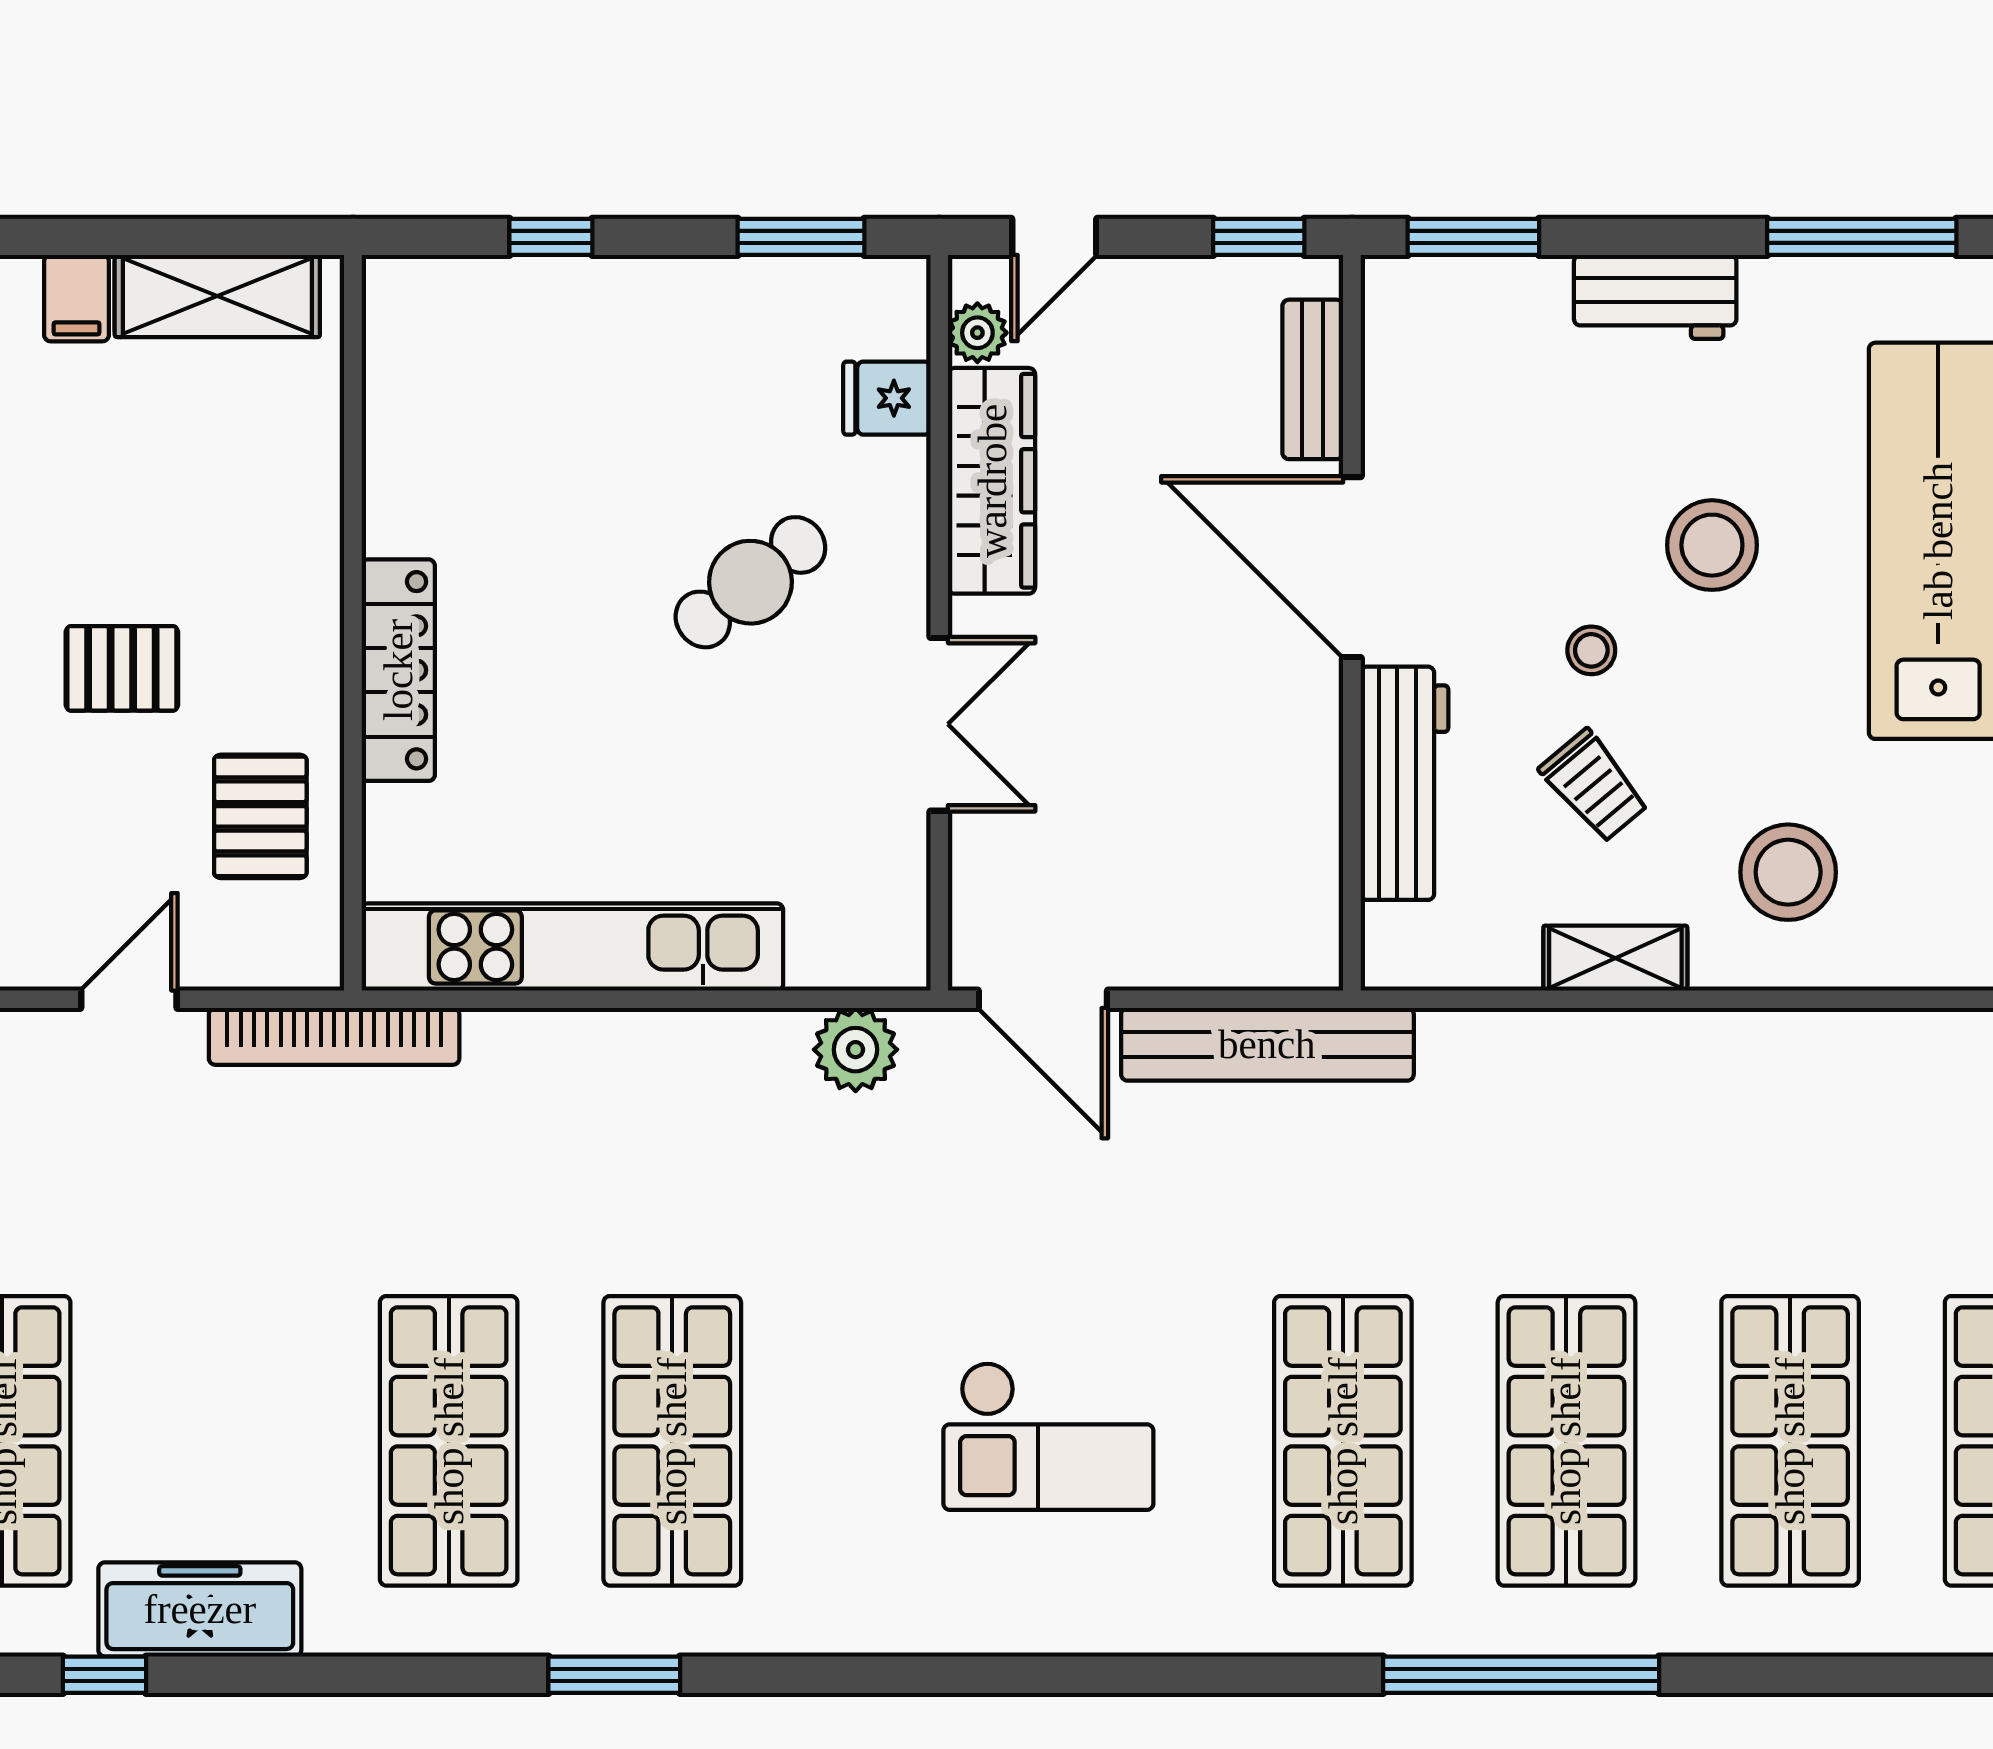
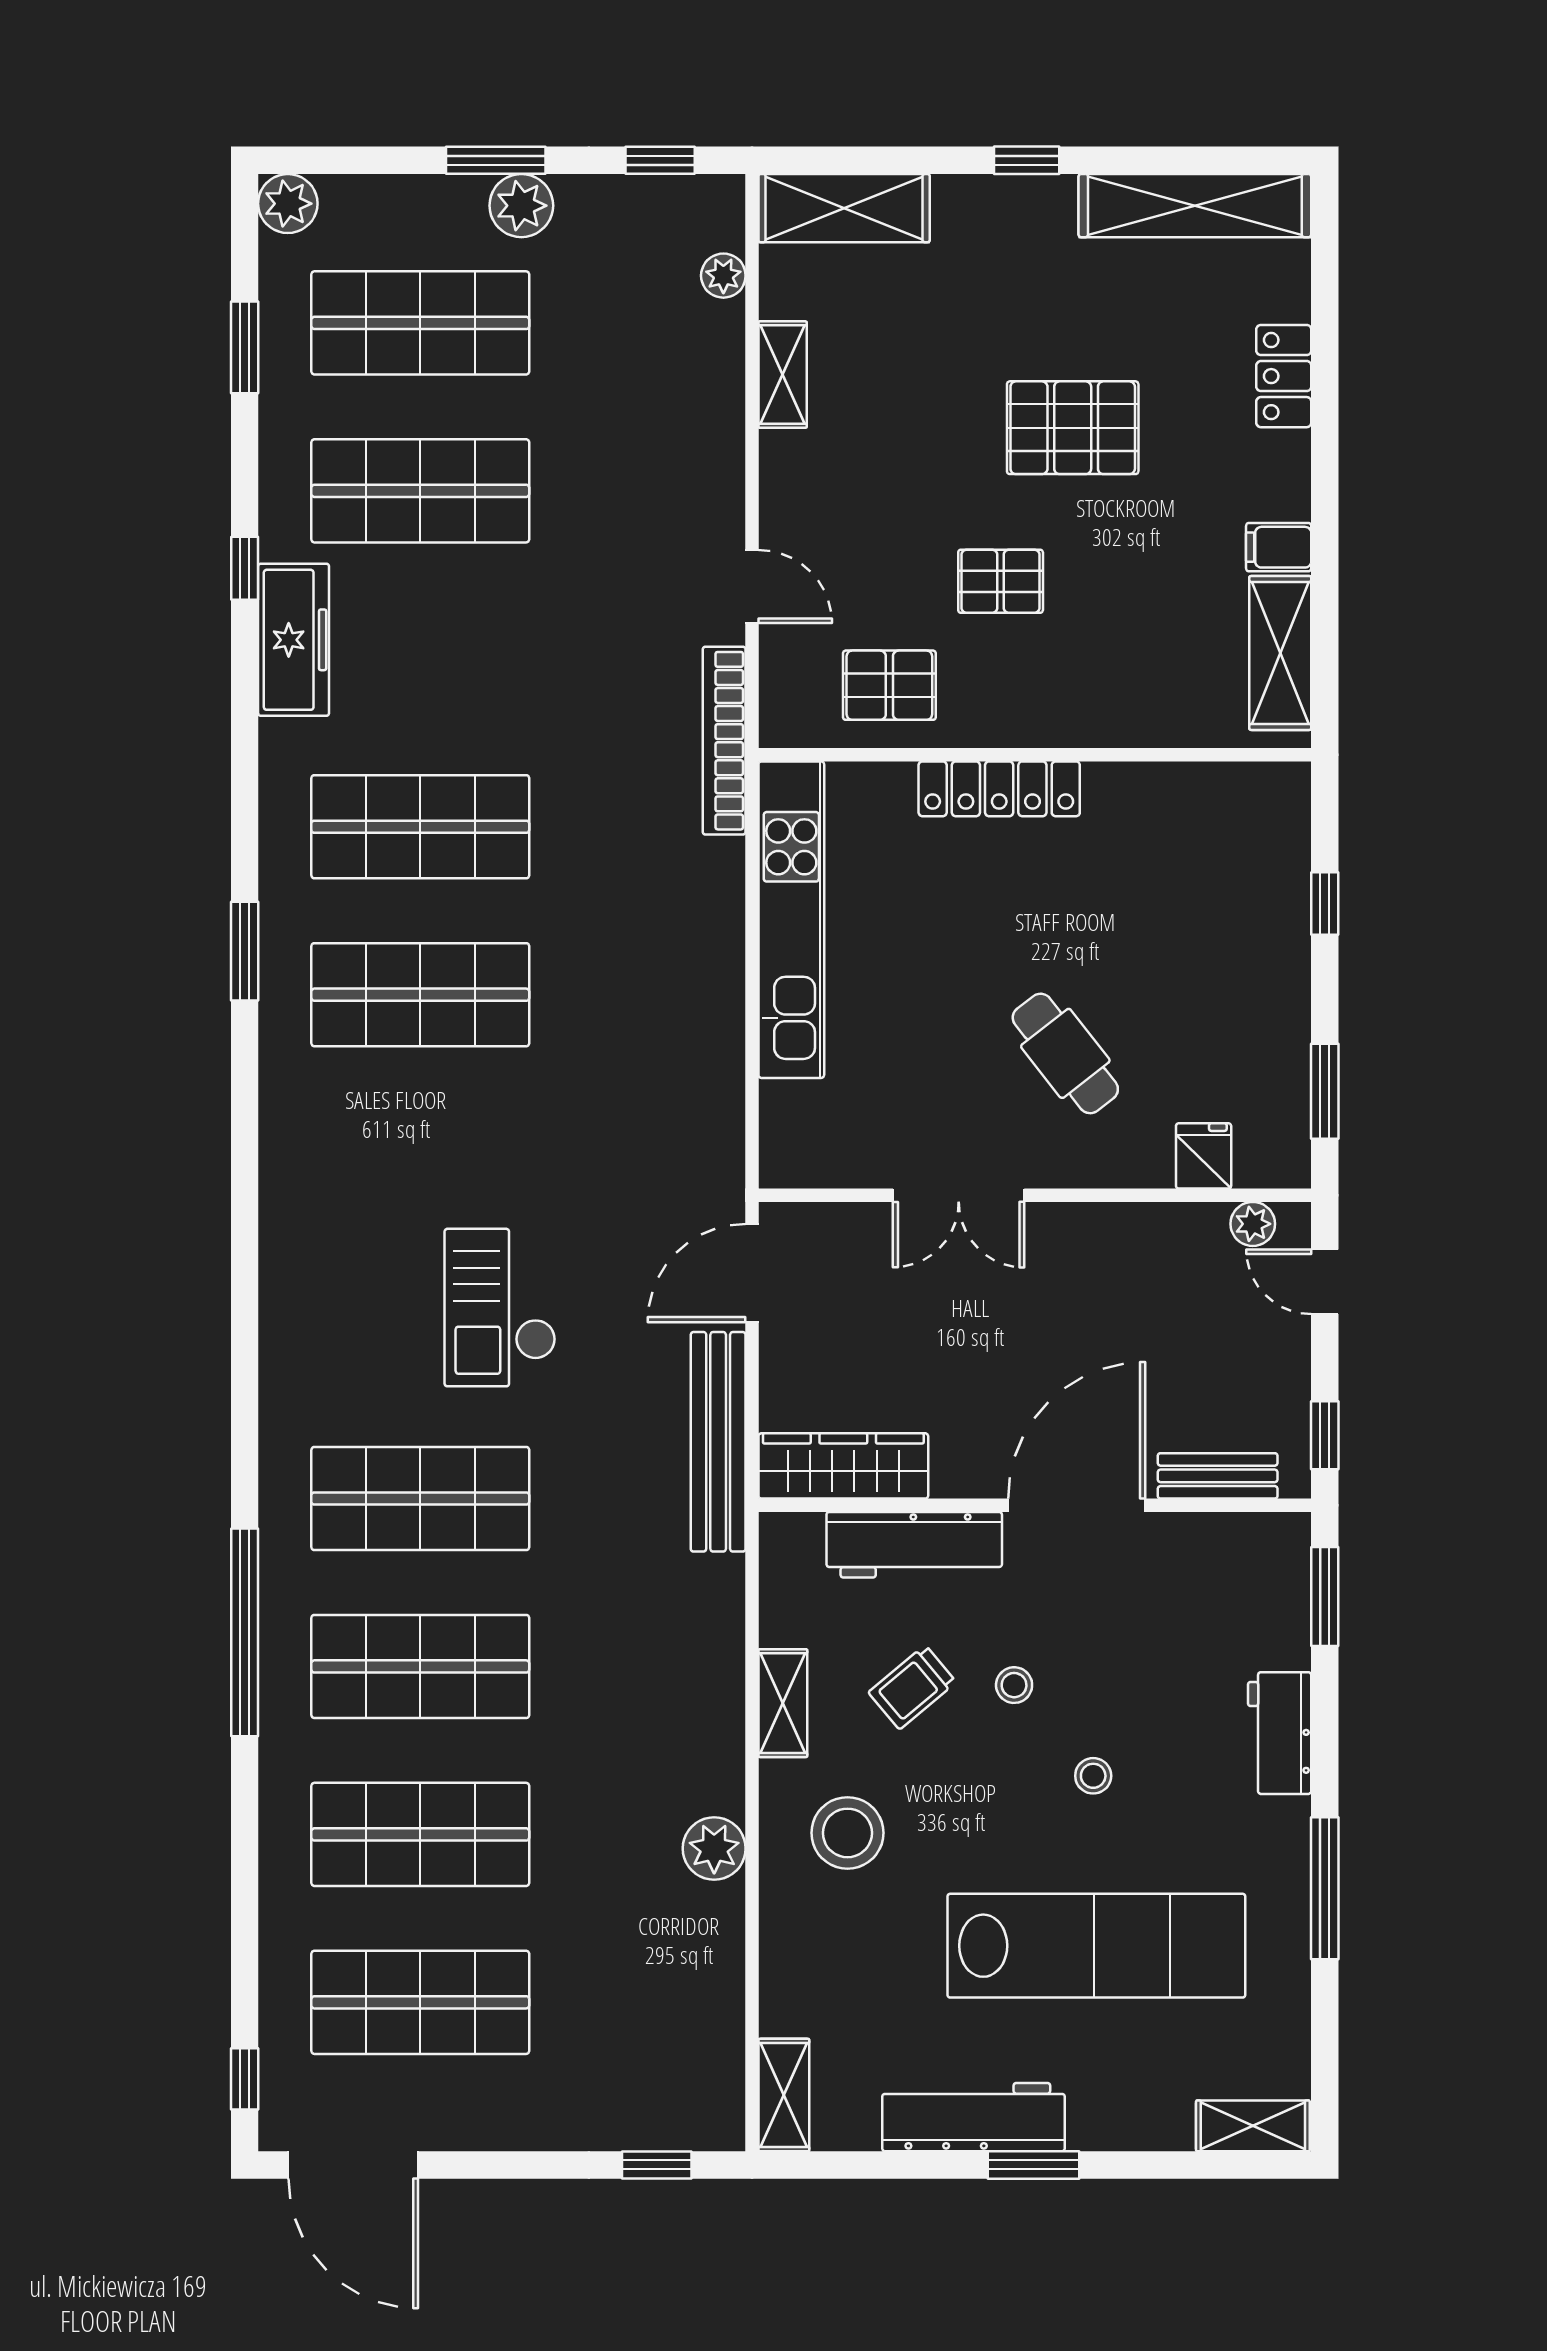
wardrobe: (992, 481) -> (843, 1466), moved, turned 180
stool: (1712, 545) -> (1093, 1776), width x0.53, depth x0.53
pallet: (122, 668) -> (1001, 581), turned 90
plant: (856, 1050) -> (714, 1848), moved
checkout: (1048, 1436) -> (500, 1308), moved

